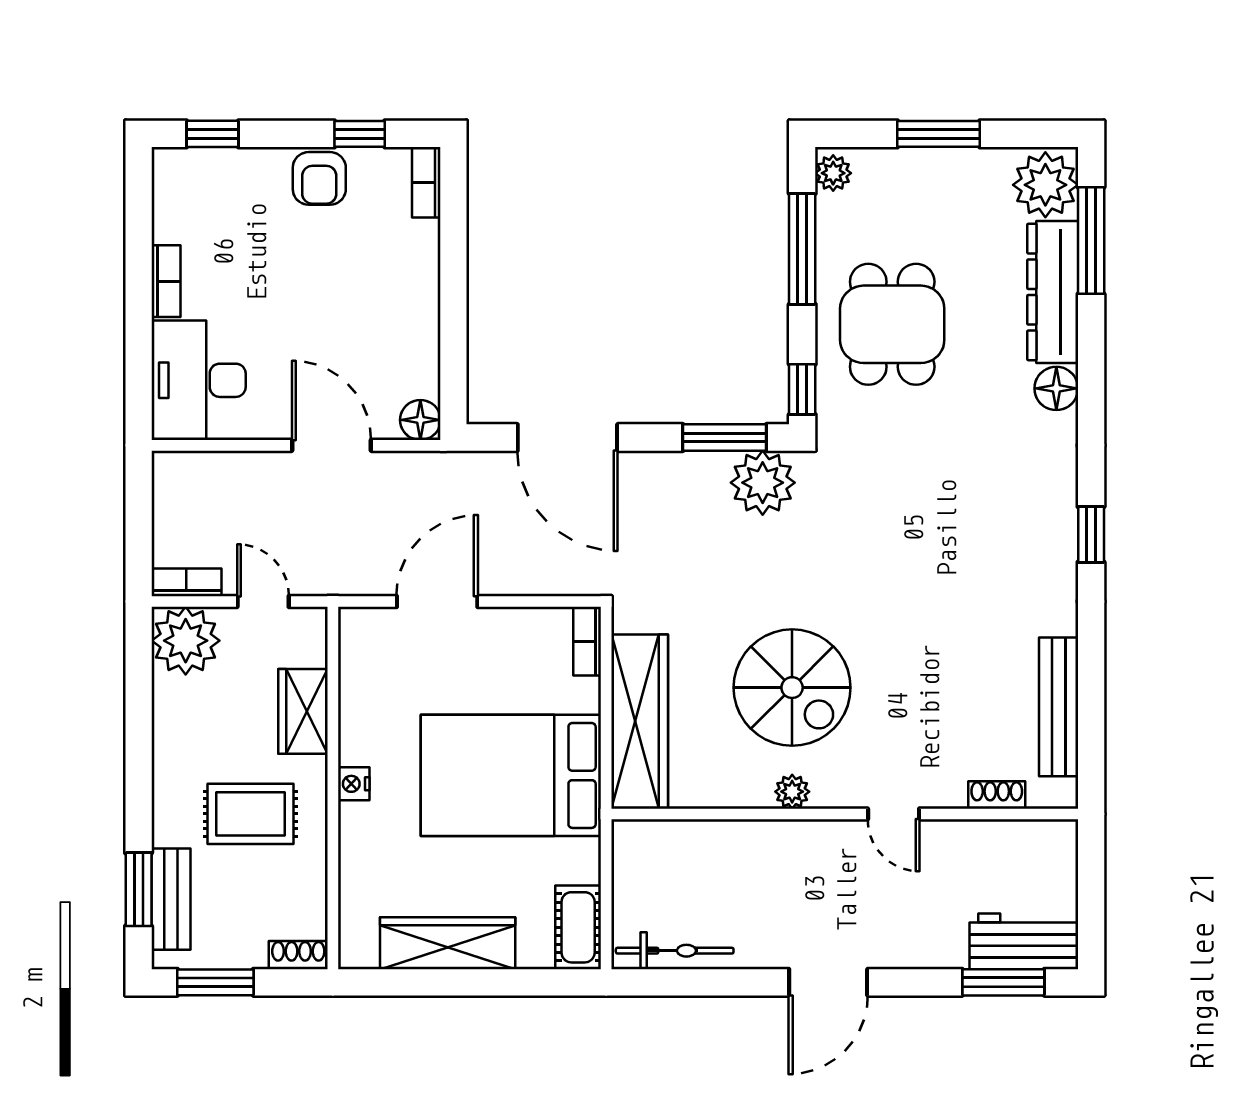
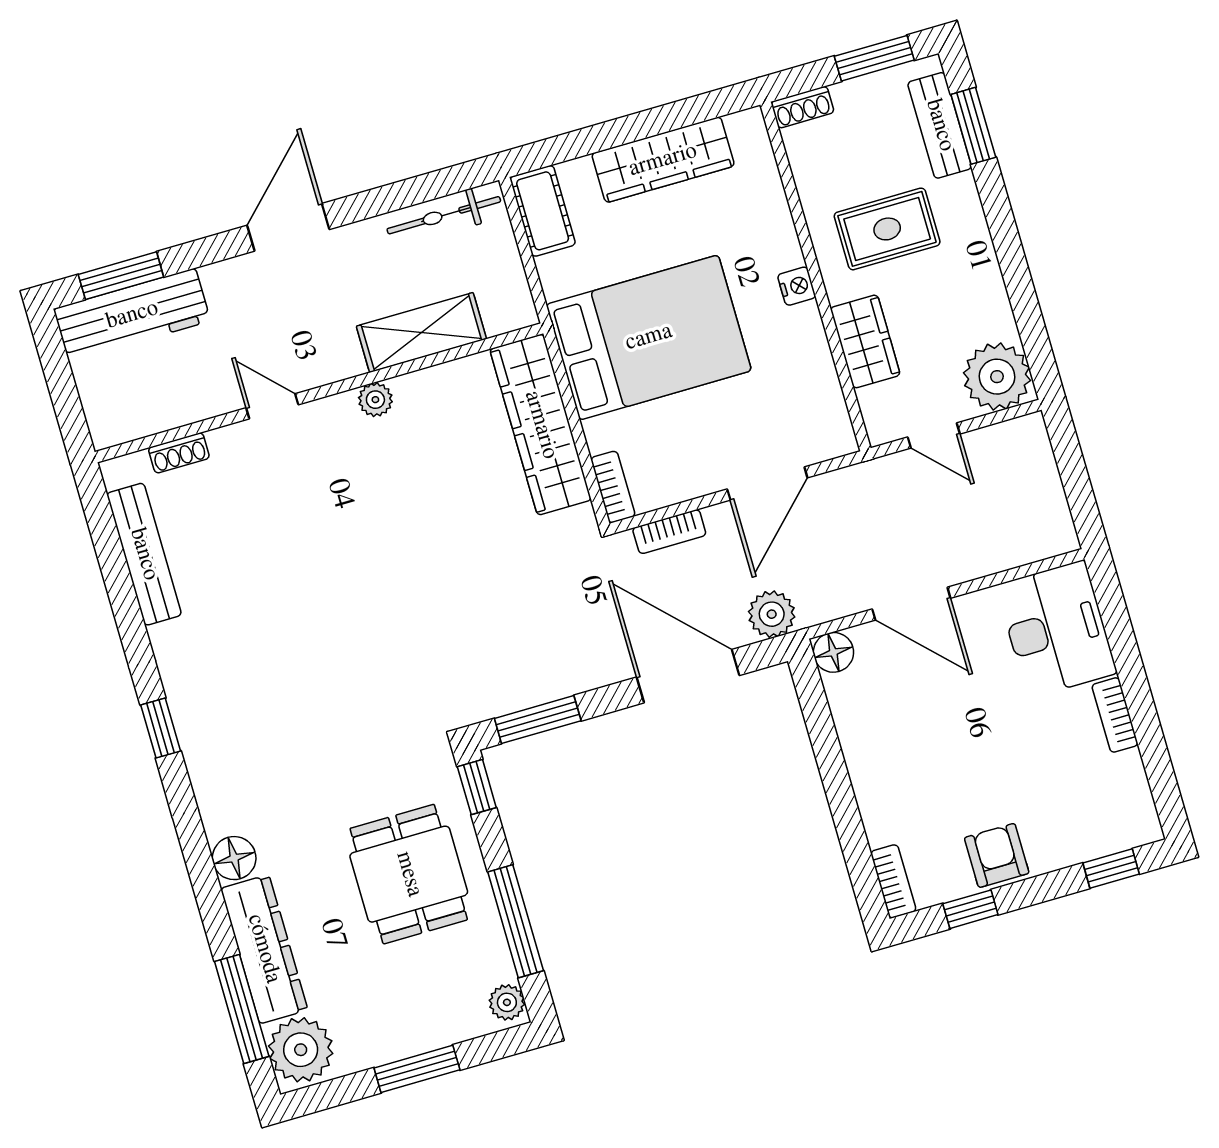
plant: (763, 483) -> (772, 614), moved, width x0.73, depth x0.73
bookcase: (186, 582) -> (669, 532), moved
spiral stairs: (792, 688) -> (404, 499), removed
shelving: (729, 844) -> (421, 333), added
workbench: (1024, 941) -> (132, 315), width x1.38

